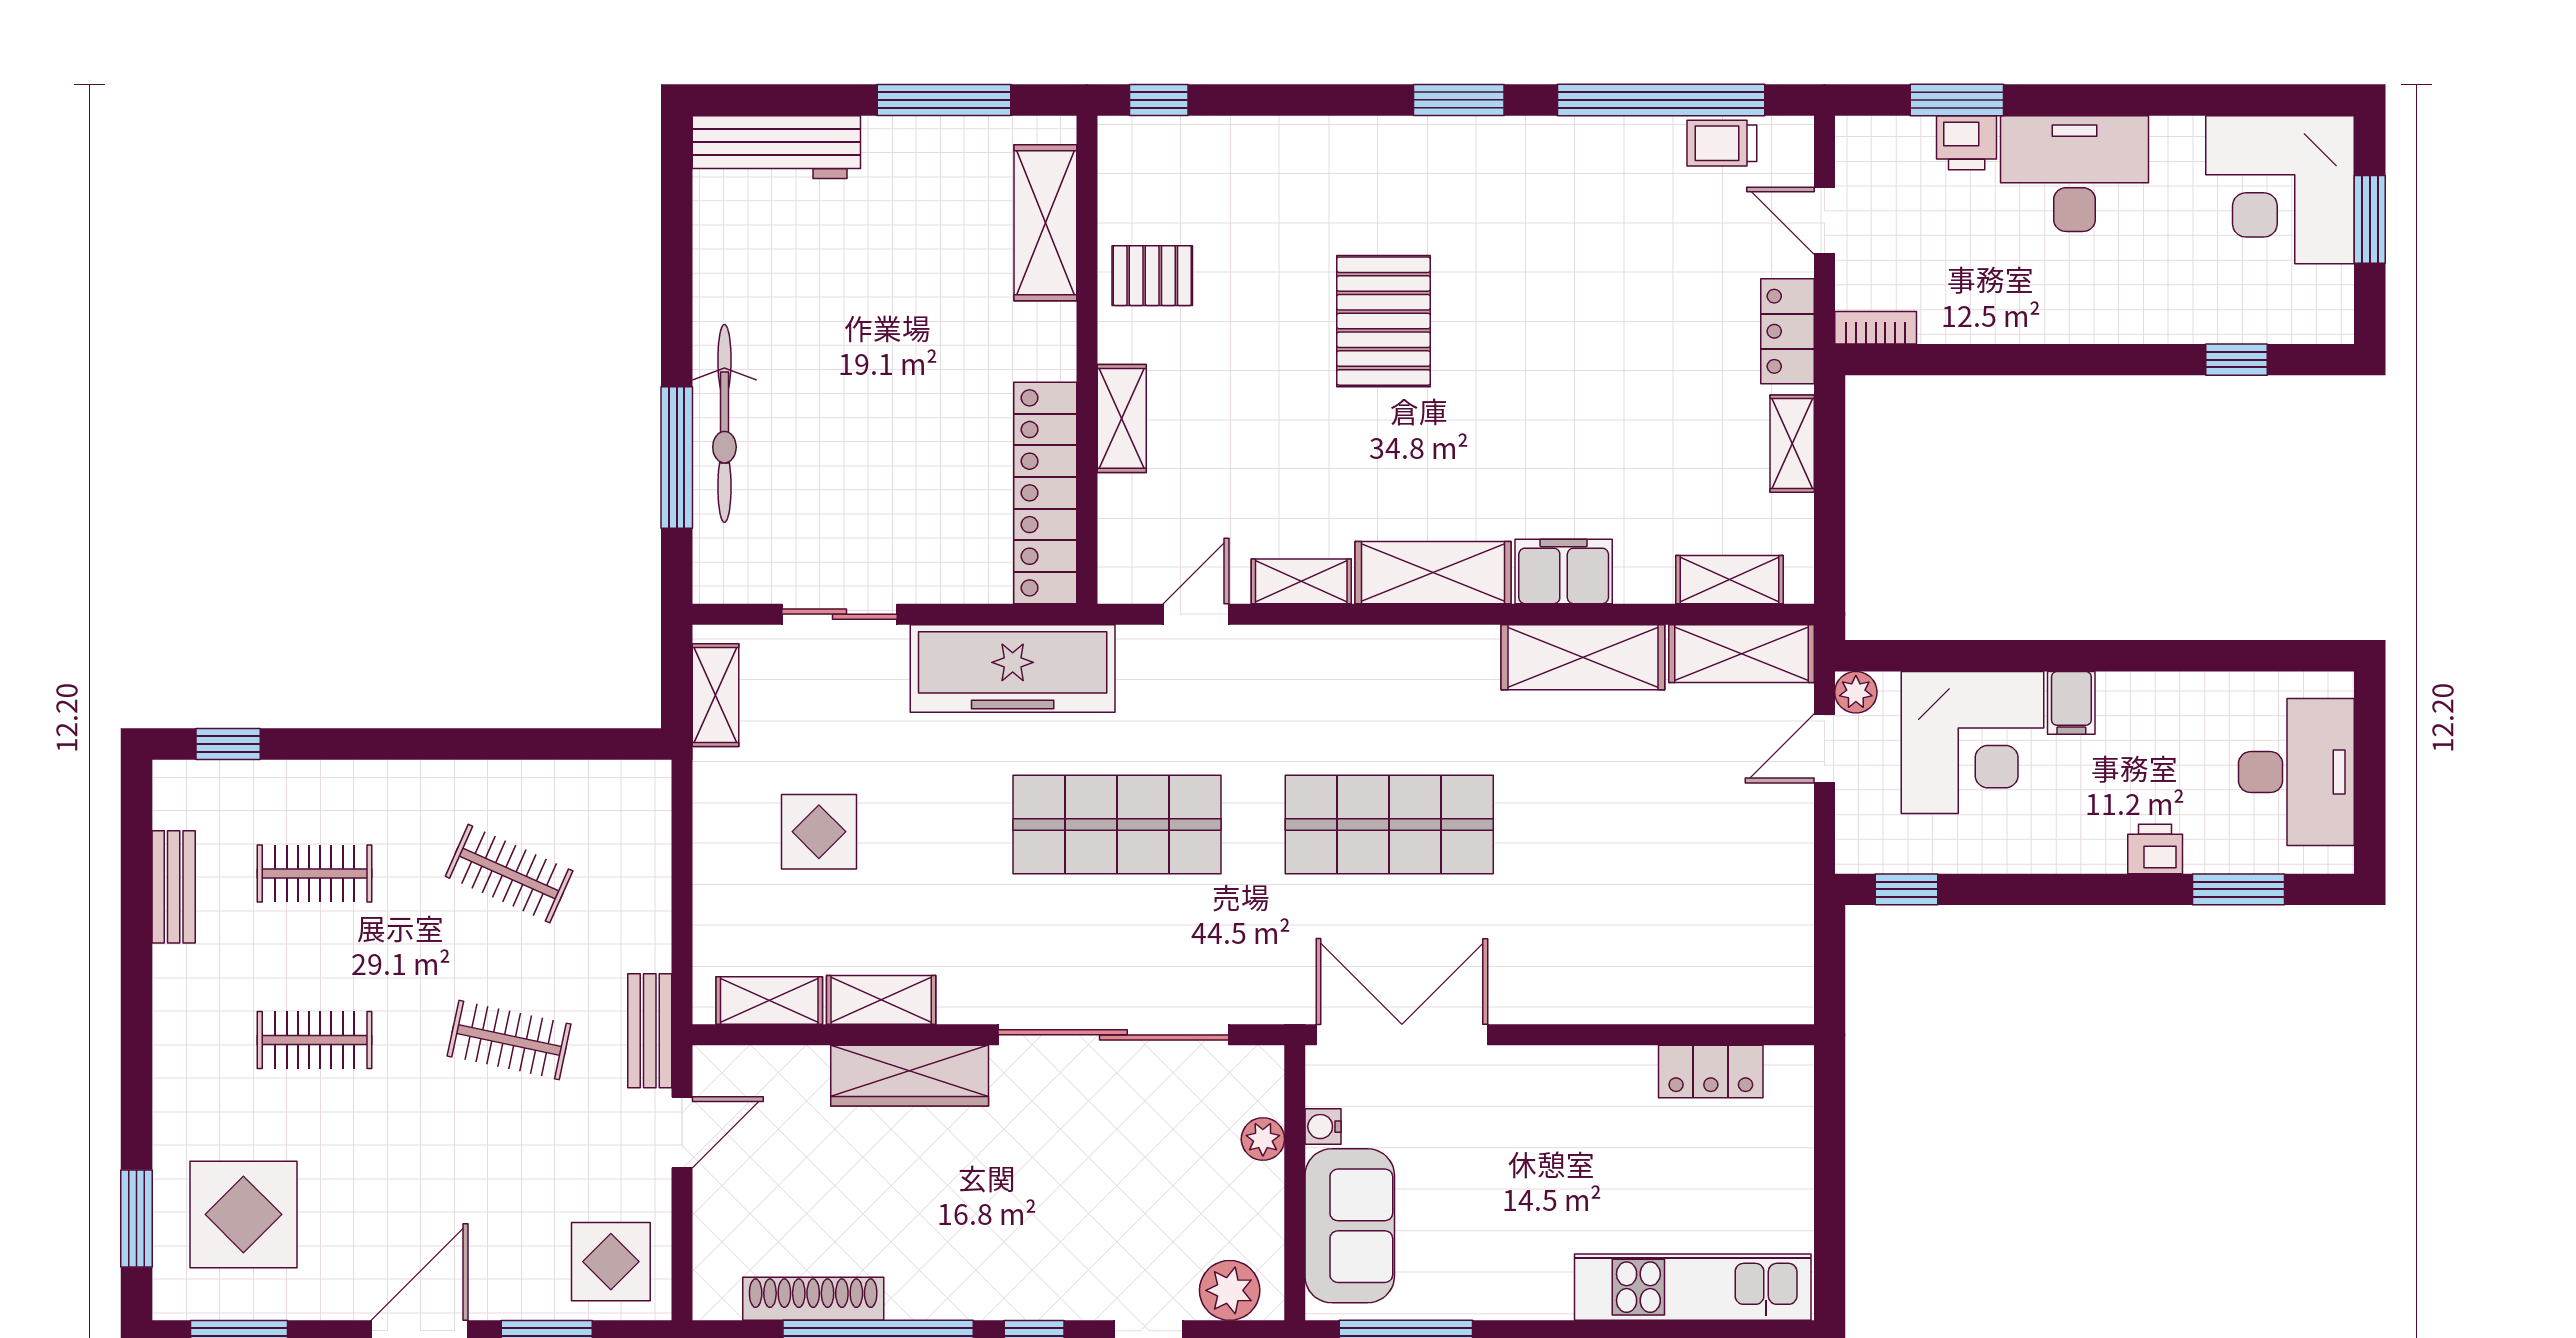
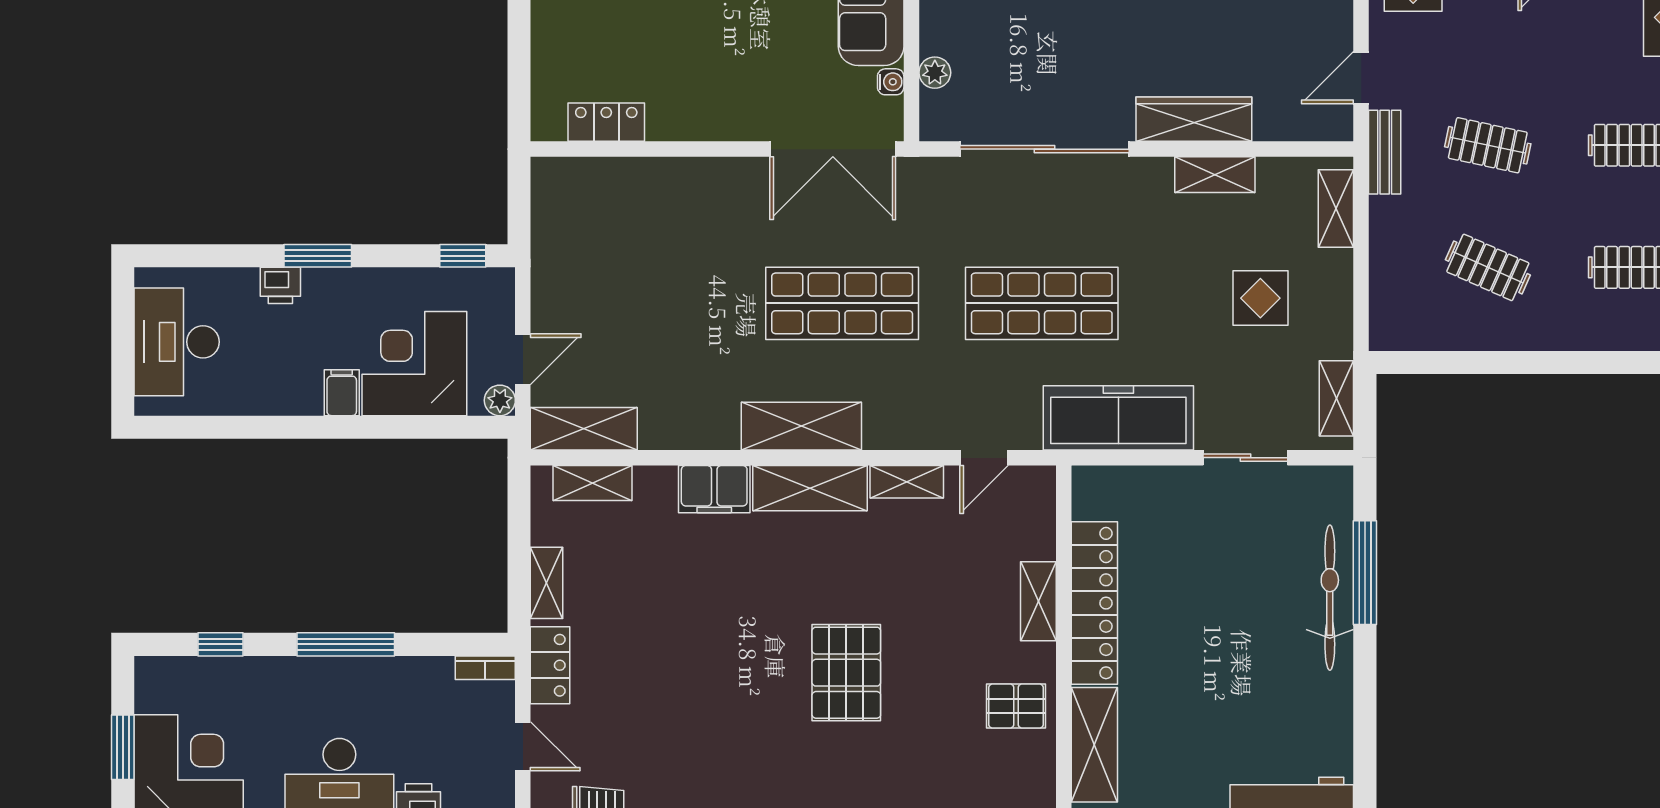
window: (2066, 360) -> (346, 644), added
locker: (1045, 493) -> (1094, 603), moved
shelving: (1583, 657) -> (801, 426), moved
window: (2239, 889) -> (318, 256), moved
shelving: (769, 1001) -> (1336, 209), moved, turned 90

